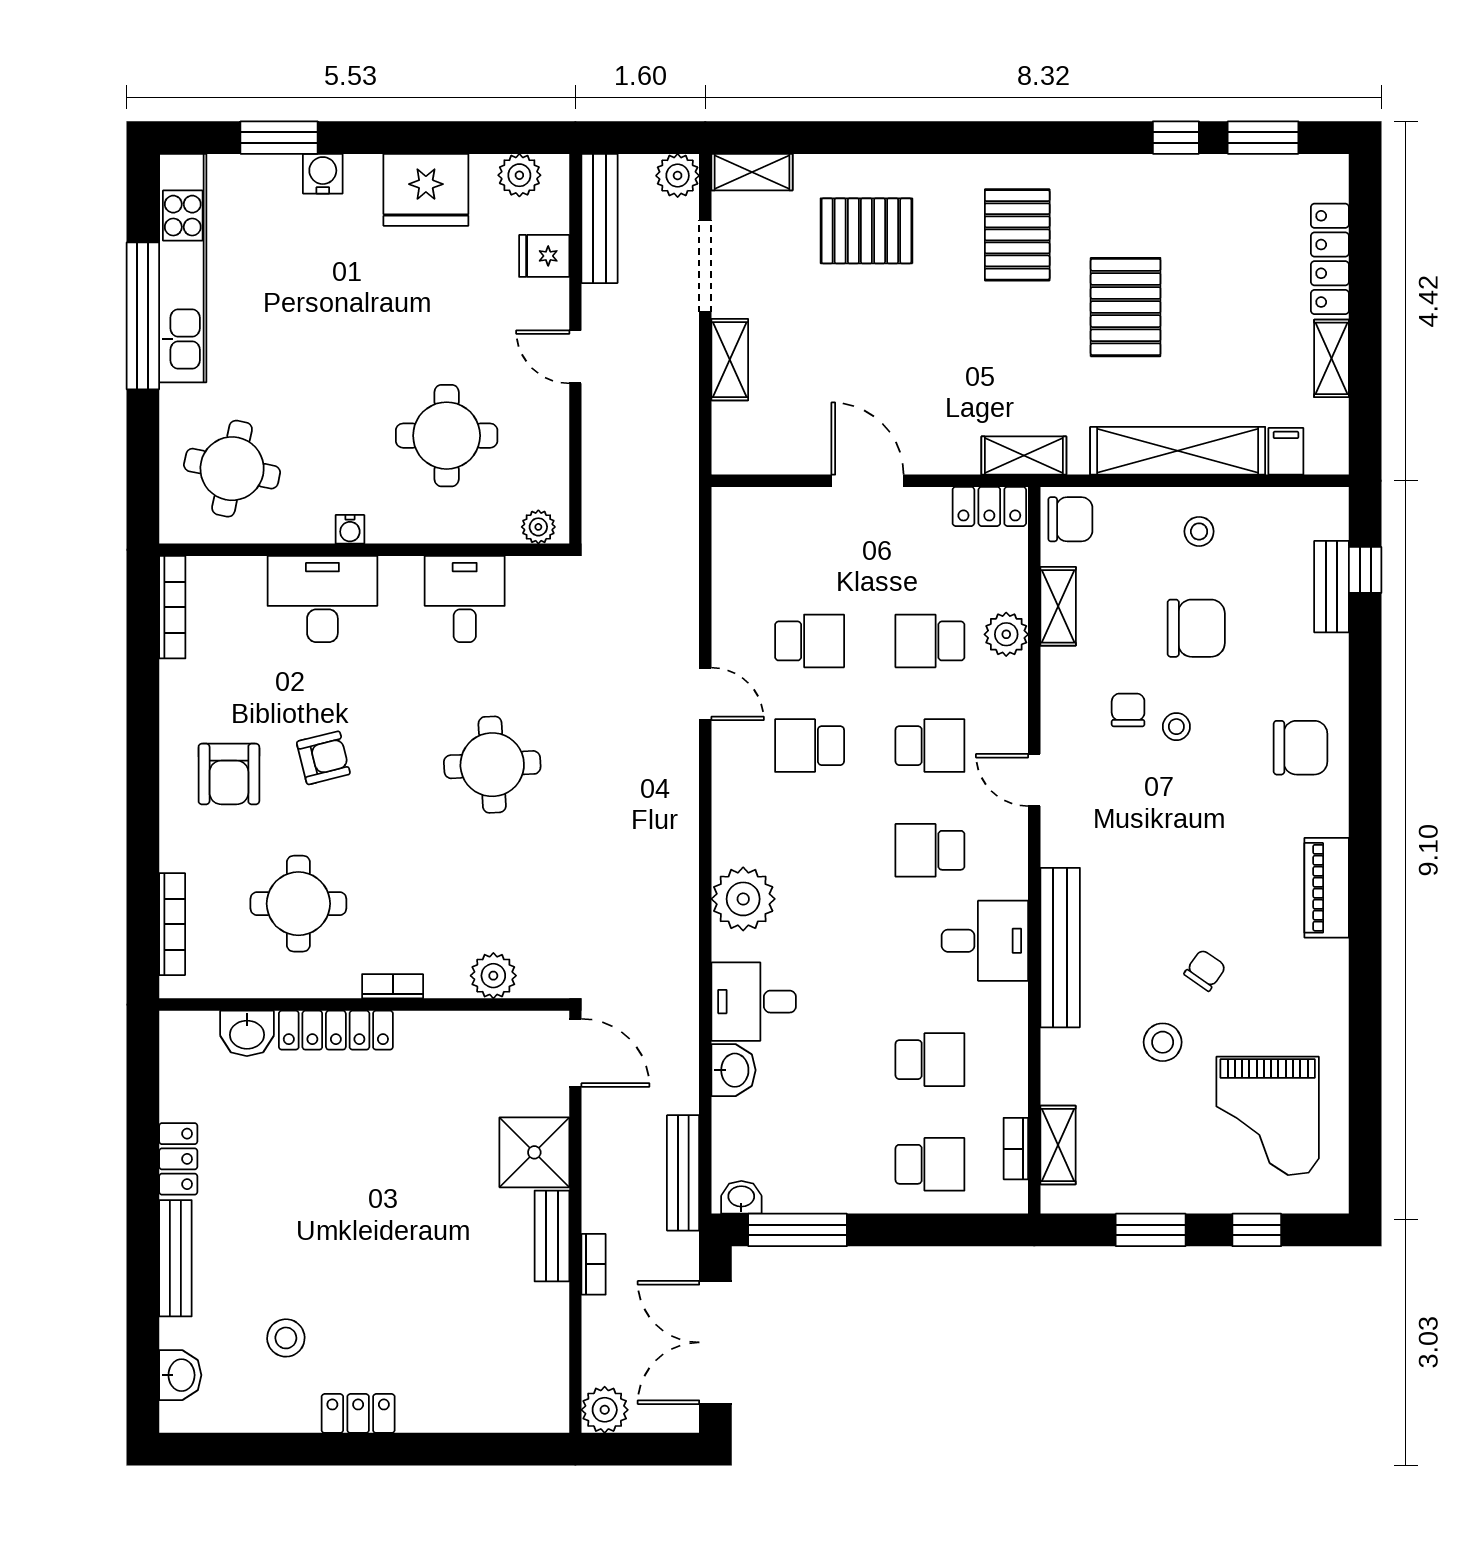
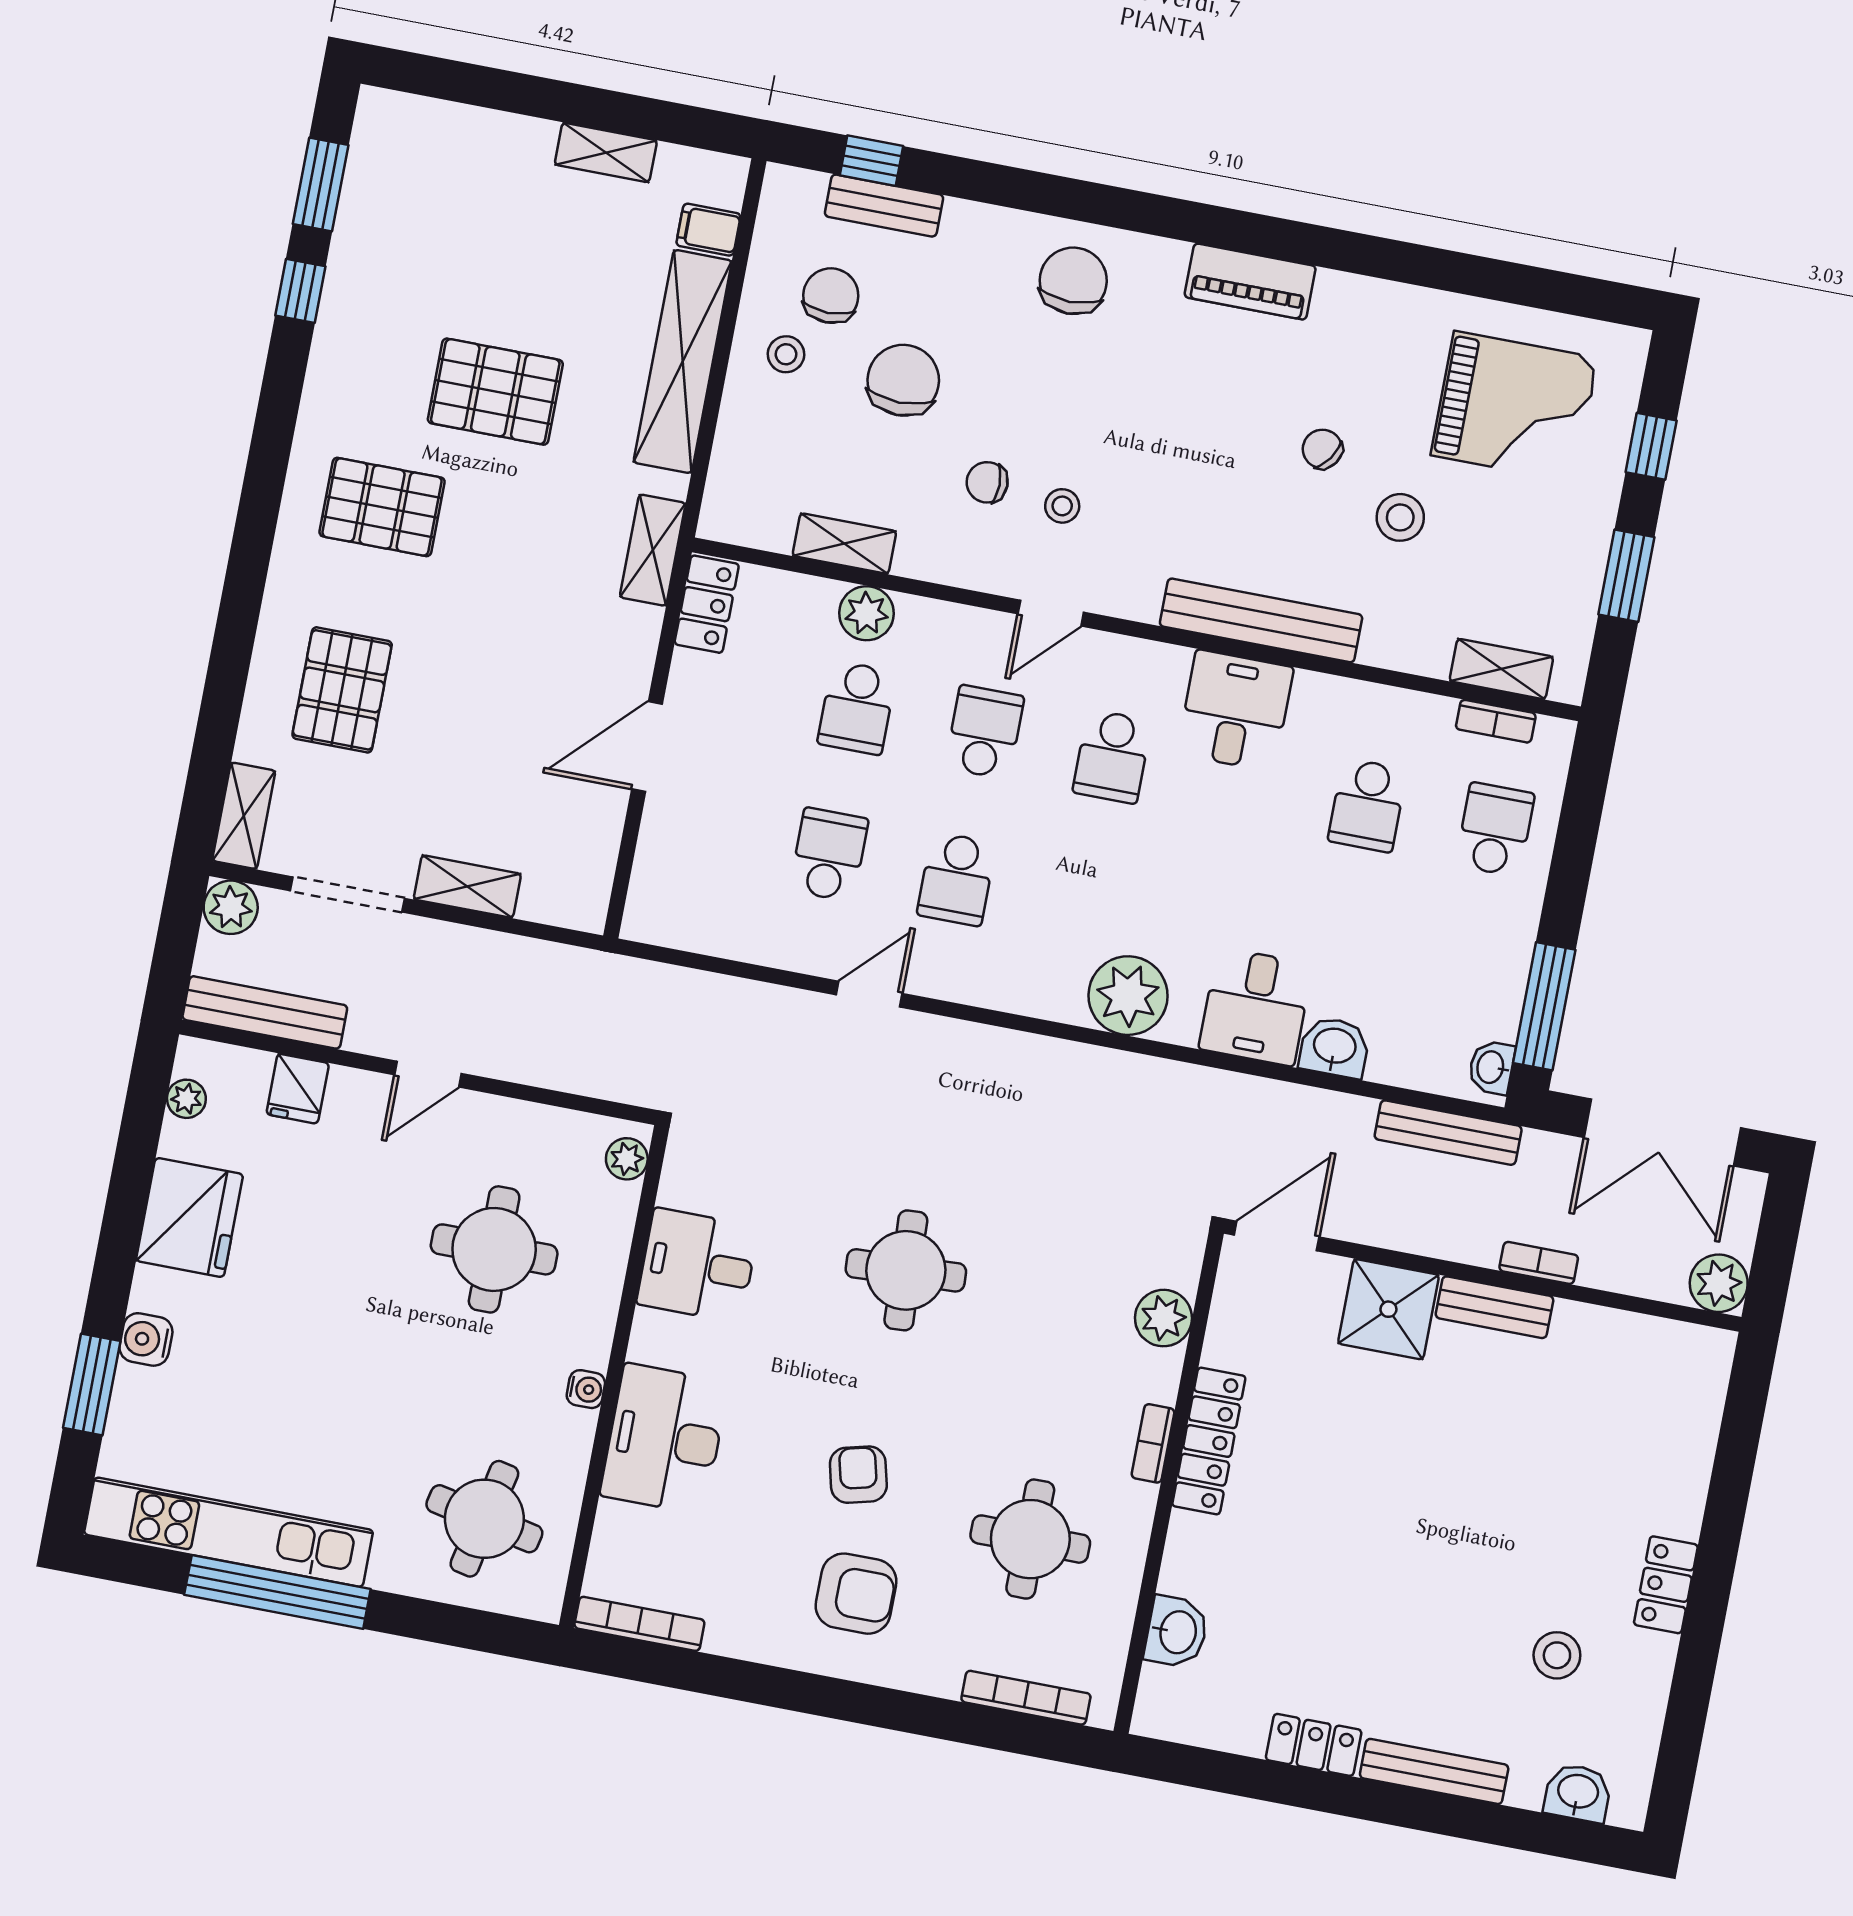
plant: (519, 175) -> (186, 1099), width x0.73, depth x0.73
locker: (1330, 259) -> (484, 131), removed
chair: (1070, 519) -> (831, 296), moved
stool: (1176, 727) -> (1062, 506), moved
locker: (336, 1030) -> (1209, 1441), moved
school desk: (930, 1060) -> (1367, 805), turned 180

